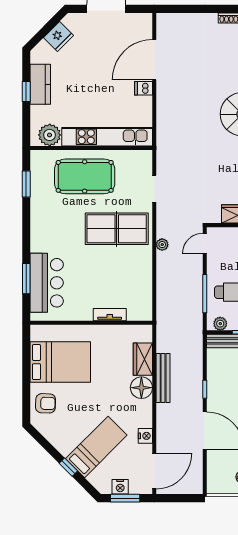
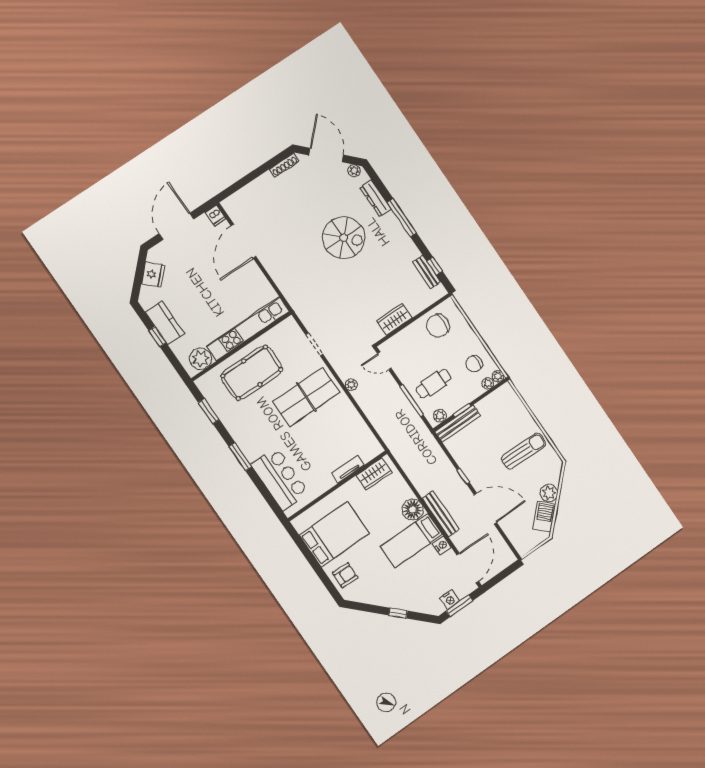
dishwasher: (143, 88) -> (215, 215), moved, turned -90
door: (205, 244) -> (384, 361), hinge flipped
window: (26, 279) -> (240, 457), moved
wardrobe: (143, 359) -> (374, 474), moved, turned -90
bench: (163, 378) -> (441, 514), moved
bed: (96, 447) -> (411, 541), moved, turned -135

